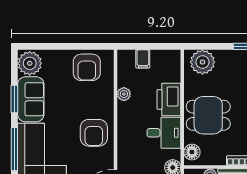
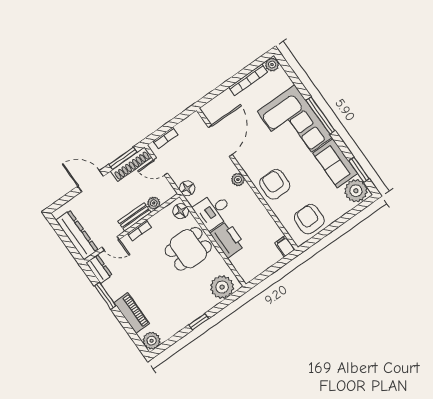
filing cabinet: (143, 59) -> (285, 246), moved
plant: (124, 94) -> (238, 180), moved
window: (14, 99) -> (359, 170), moved
armchair: (94, 133) -> (275, 184), moved

